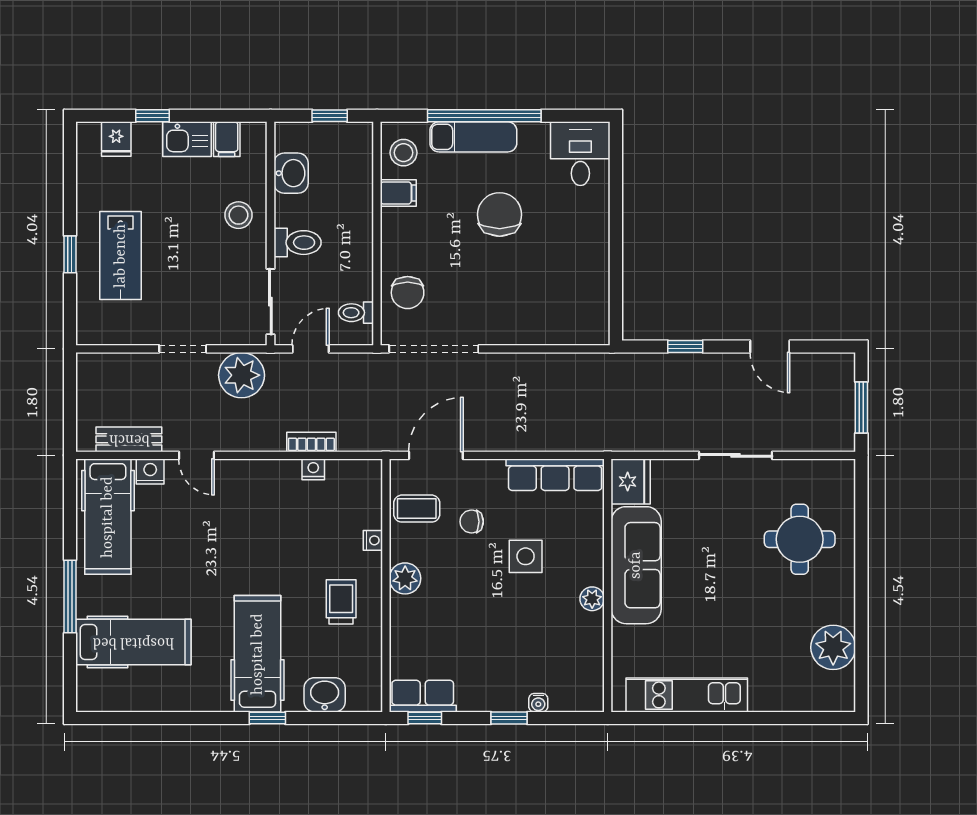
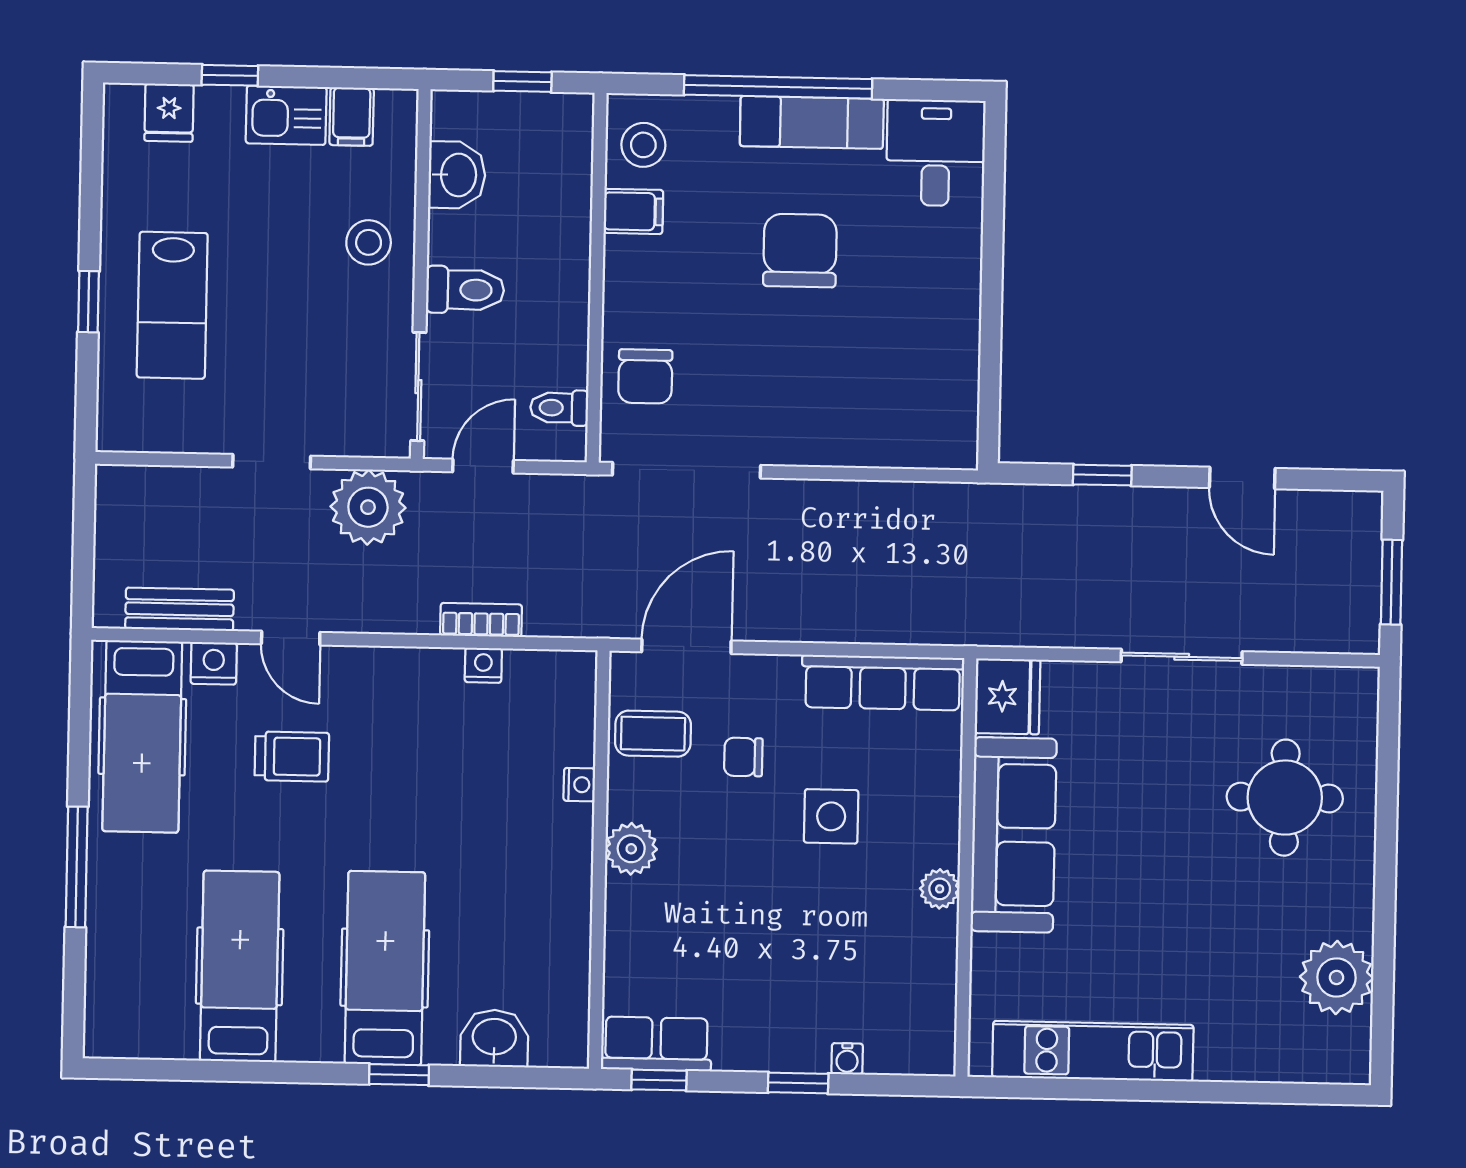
exam couch: (473, 137) -> (812, 122), moved
trolley: (341, 602) -> (292, 756), moved, turned 90
hospital bed: (133, 642) -> (240, 966), moved, turned -90

